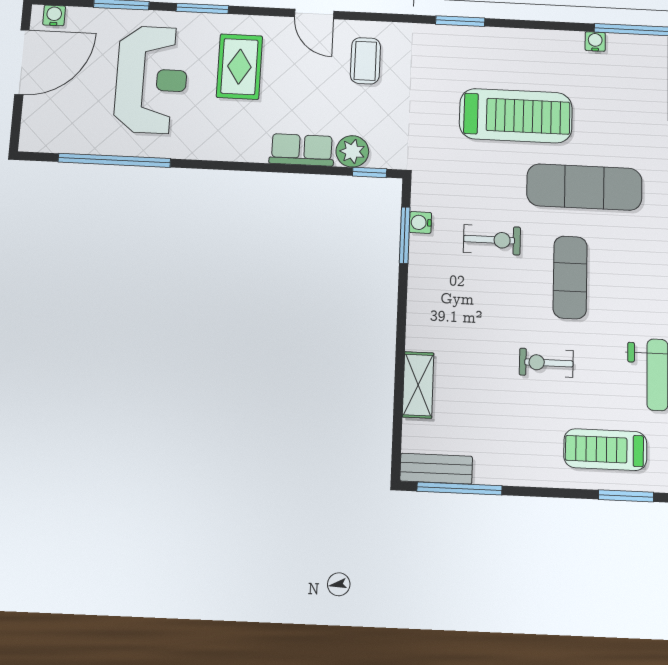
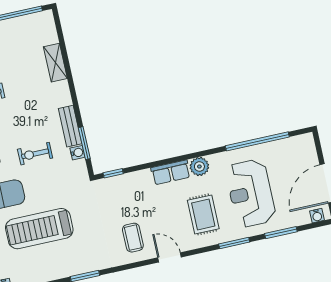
row of seats: (302, 150) -> (171, 172), moved
plant: (352, 151) -> (199, 166), moved
bench: (436, 469) -> (70, 126), moved, turned 90

